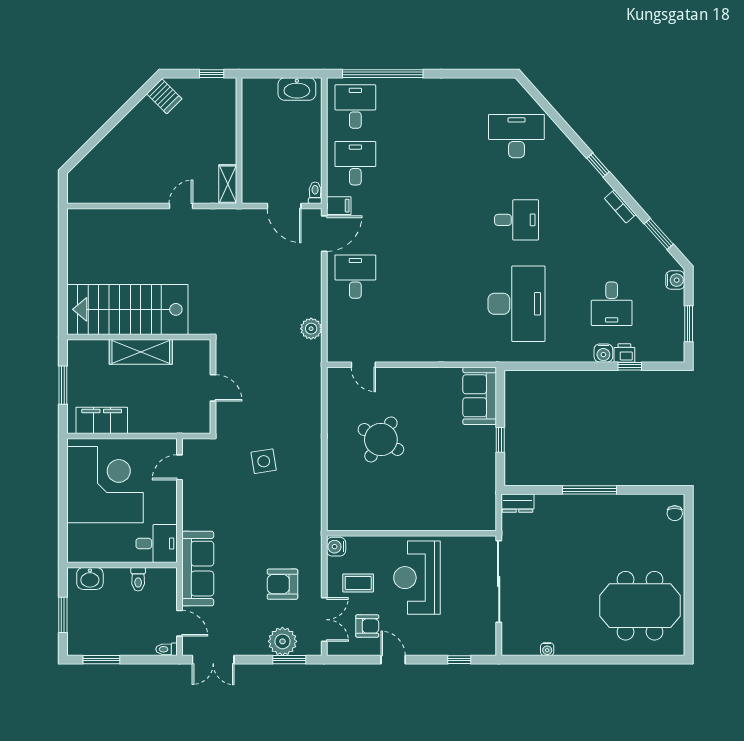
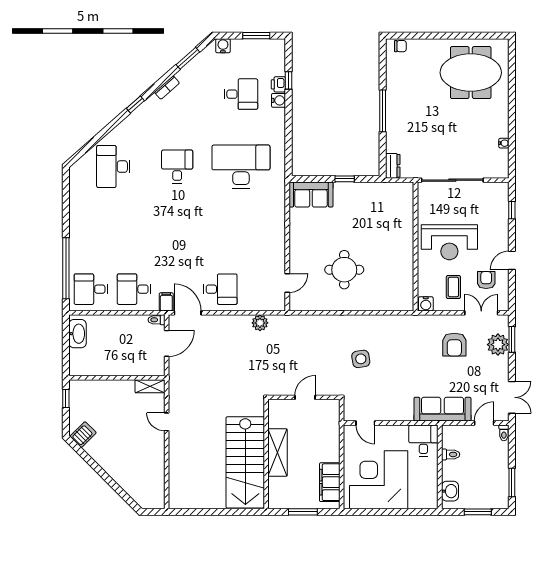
desk: (355, 277) -> (220, 289), turned 180
round table: (381, 439) -> (344, 270), turned -31
meeting table: (640, 606) -> (471, 73), turned 90

